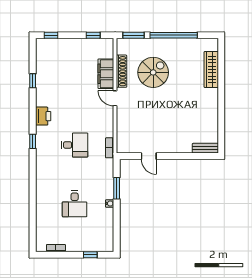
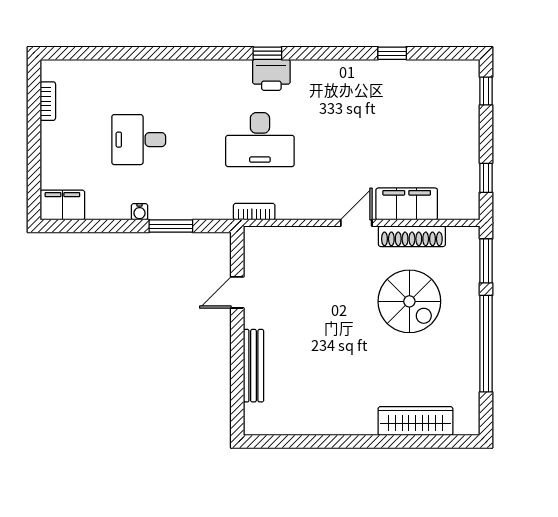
printer: (43, 116) -> (271, 75), moved
desk: (75, 145) -> (260, 140), width x1.37
bench: (205, 148) -> (253, 366), moved, width x1.36
filing cabinet: (106, 241) -> (62, 205), added
window: (90, 255) -> (34, 172), removed

